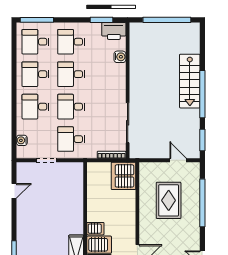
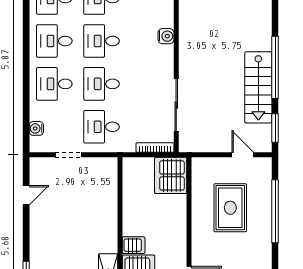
water cooler: (120, 57) -> (166, 36), moved
stairs: (190, 81) -> (258, 87), moved

